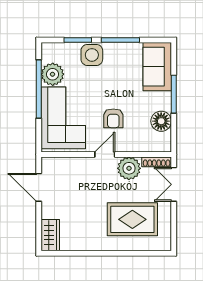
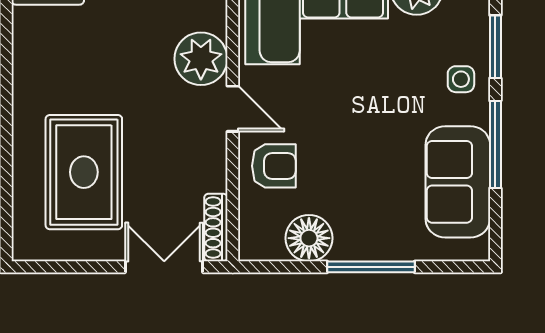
side table: (92, 55) -> (461, 79), width x0.54, depth x0.54
sofa: (157, 67) -> (458, 182), moved, turned -90
armchair: (113, 118) -> (274, 166), moved, turned 180
plant: (129, 168) -> (201, 59), moved

